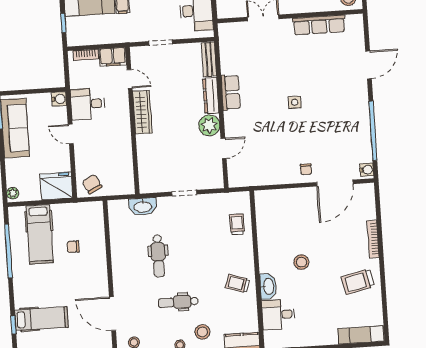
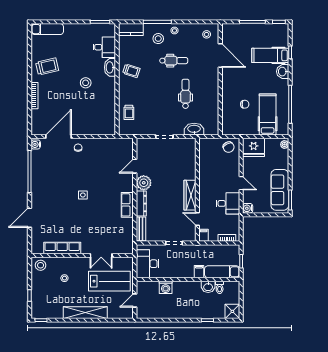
filing cabinet: (113, 57) -> (204, 235), width x0.50
washbasin: (22, 297) -> (283, 72), added

